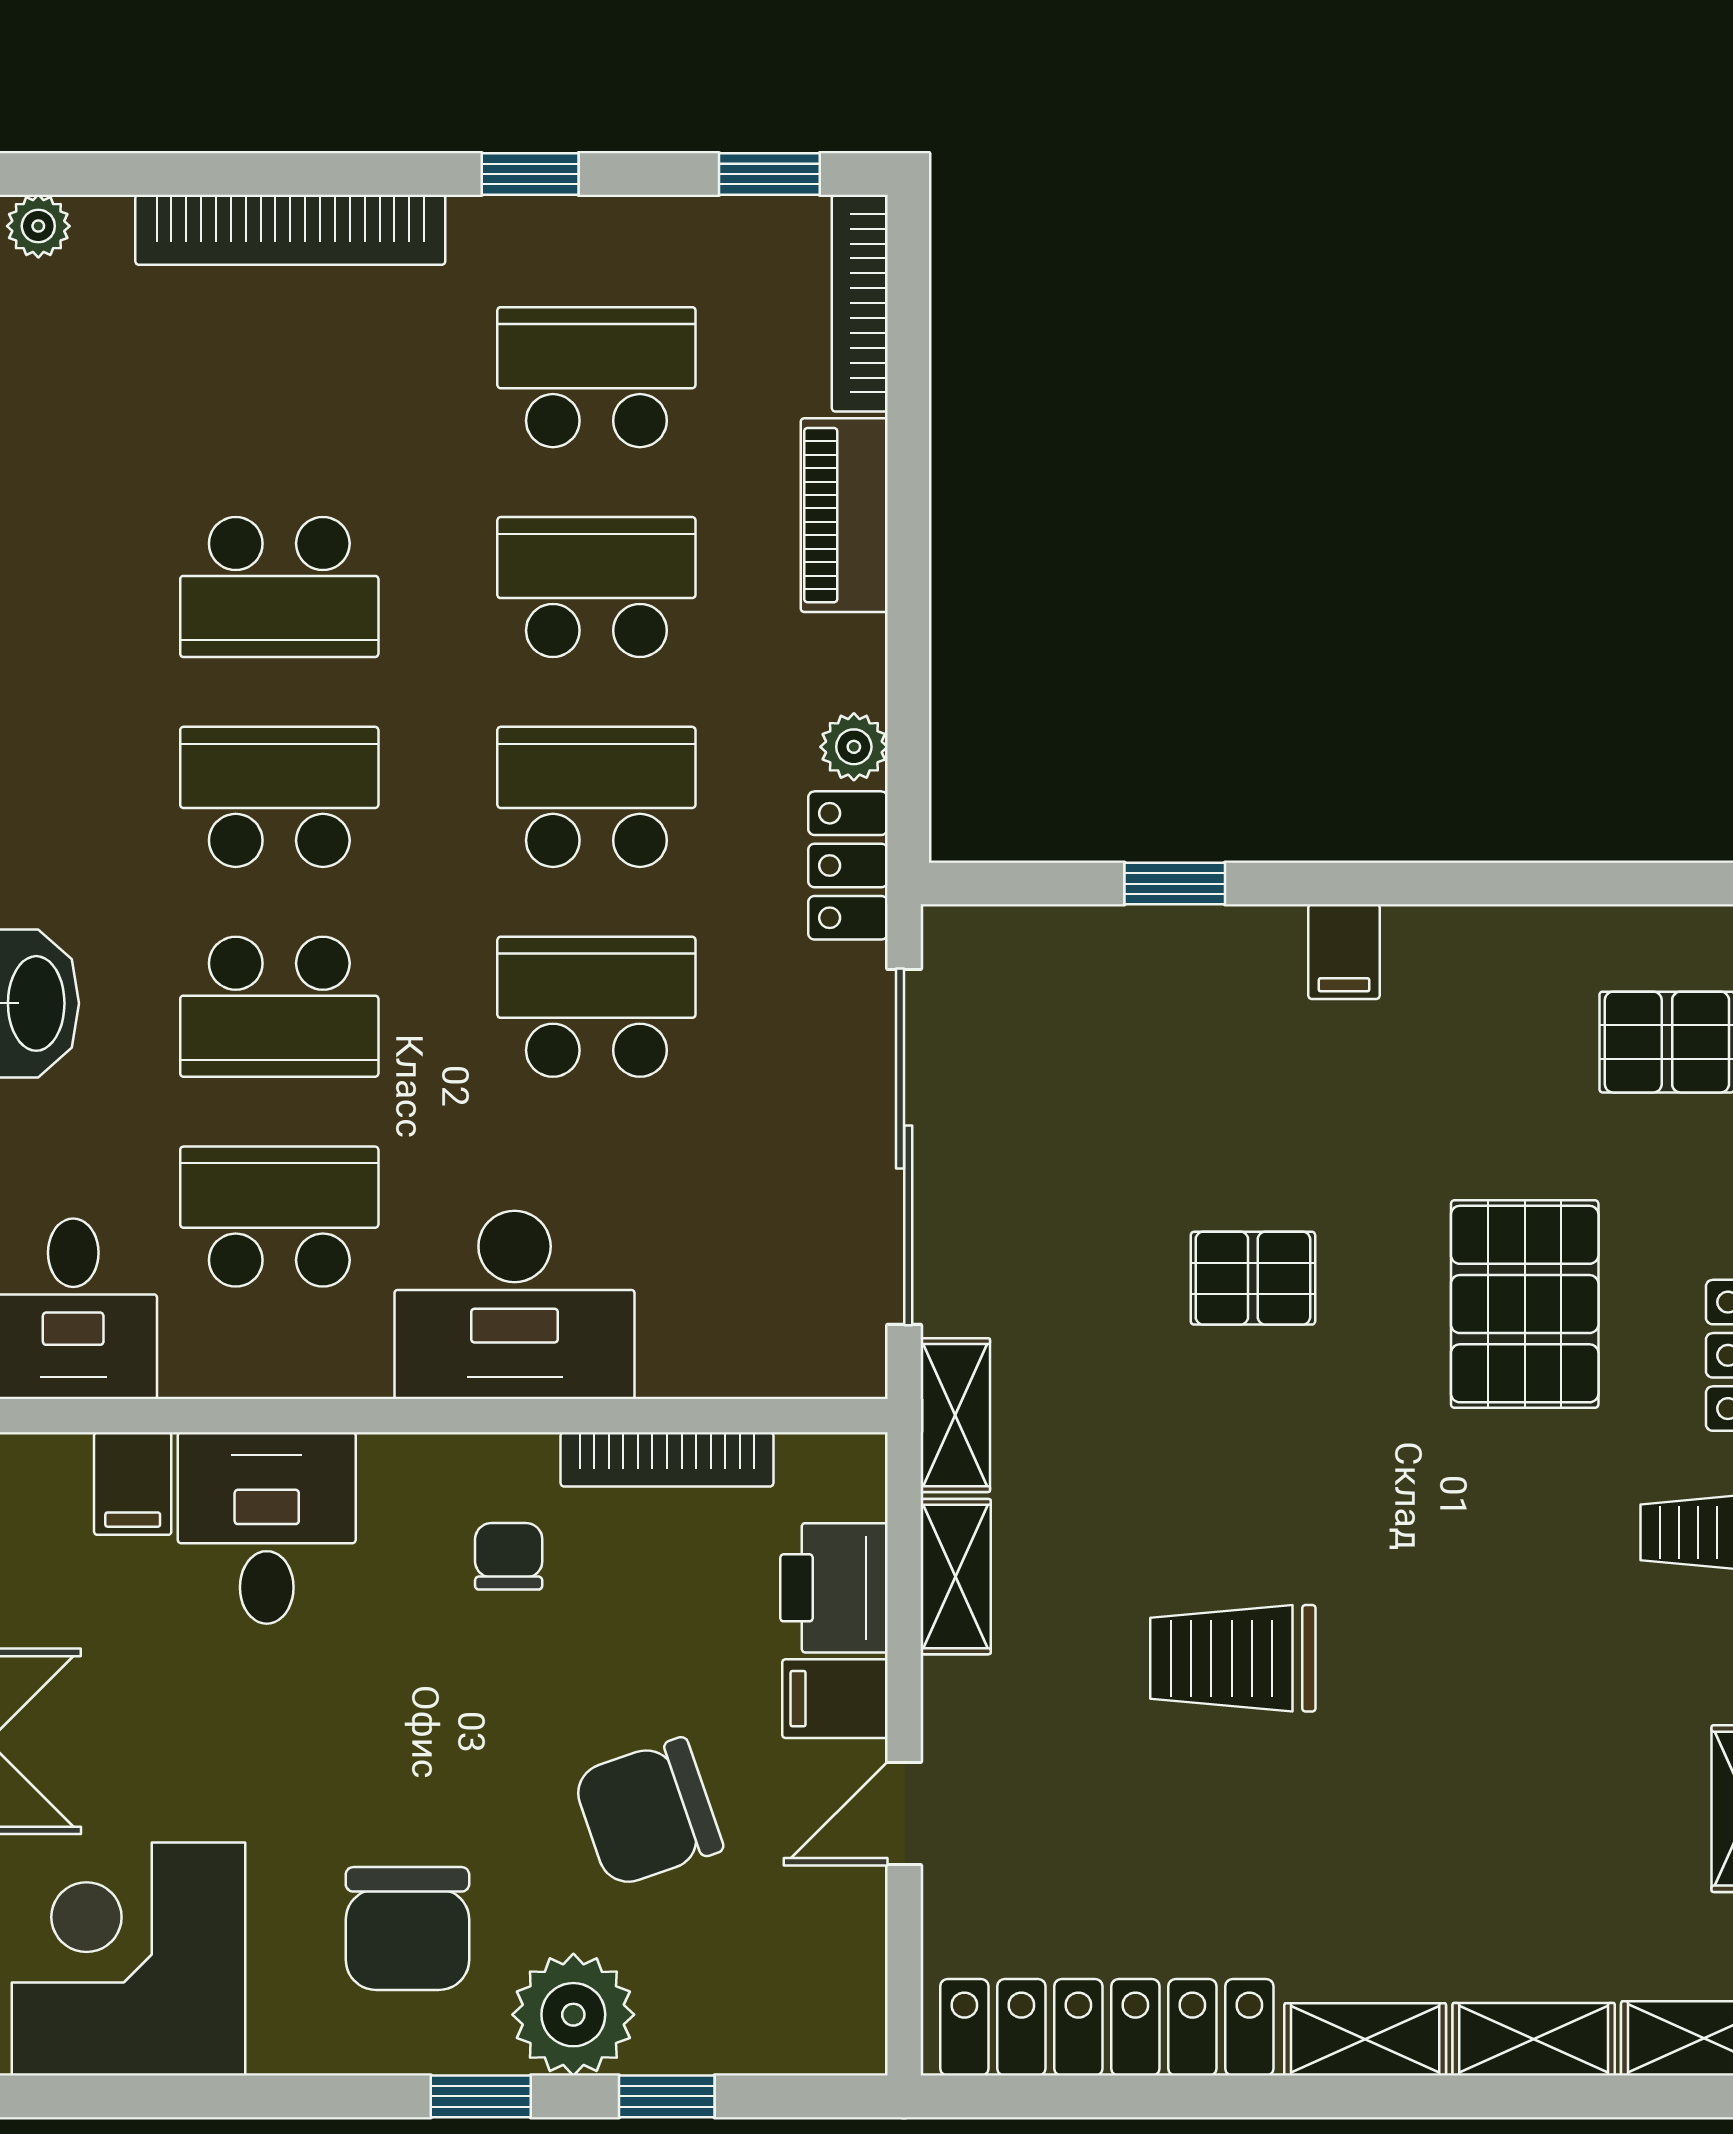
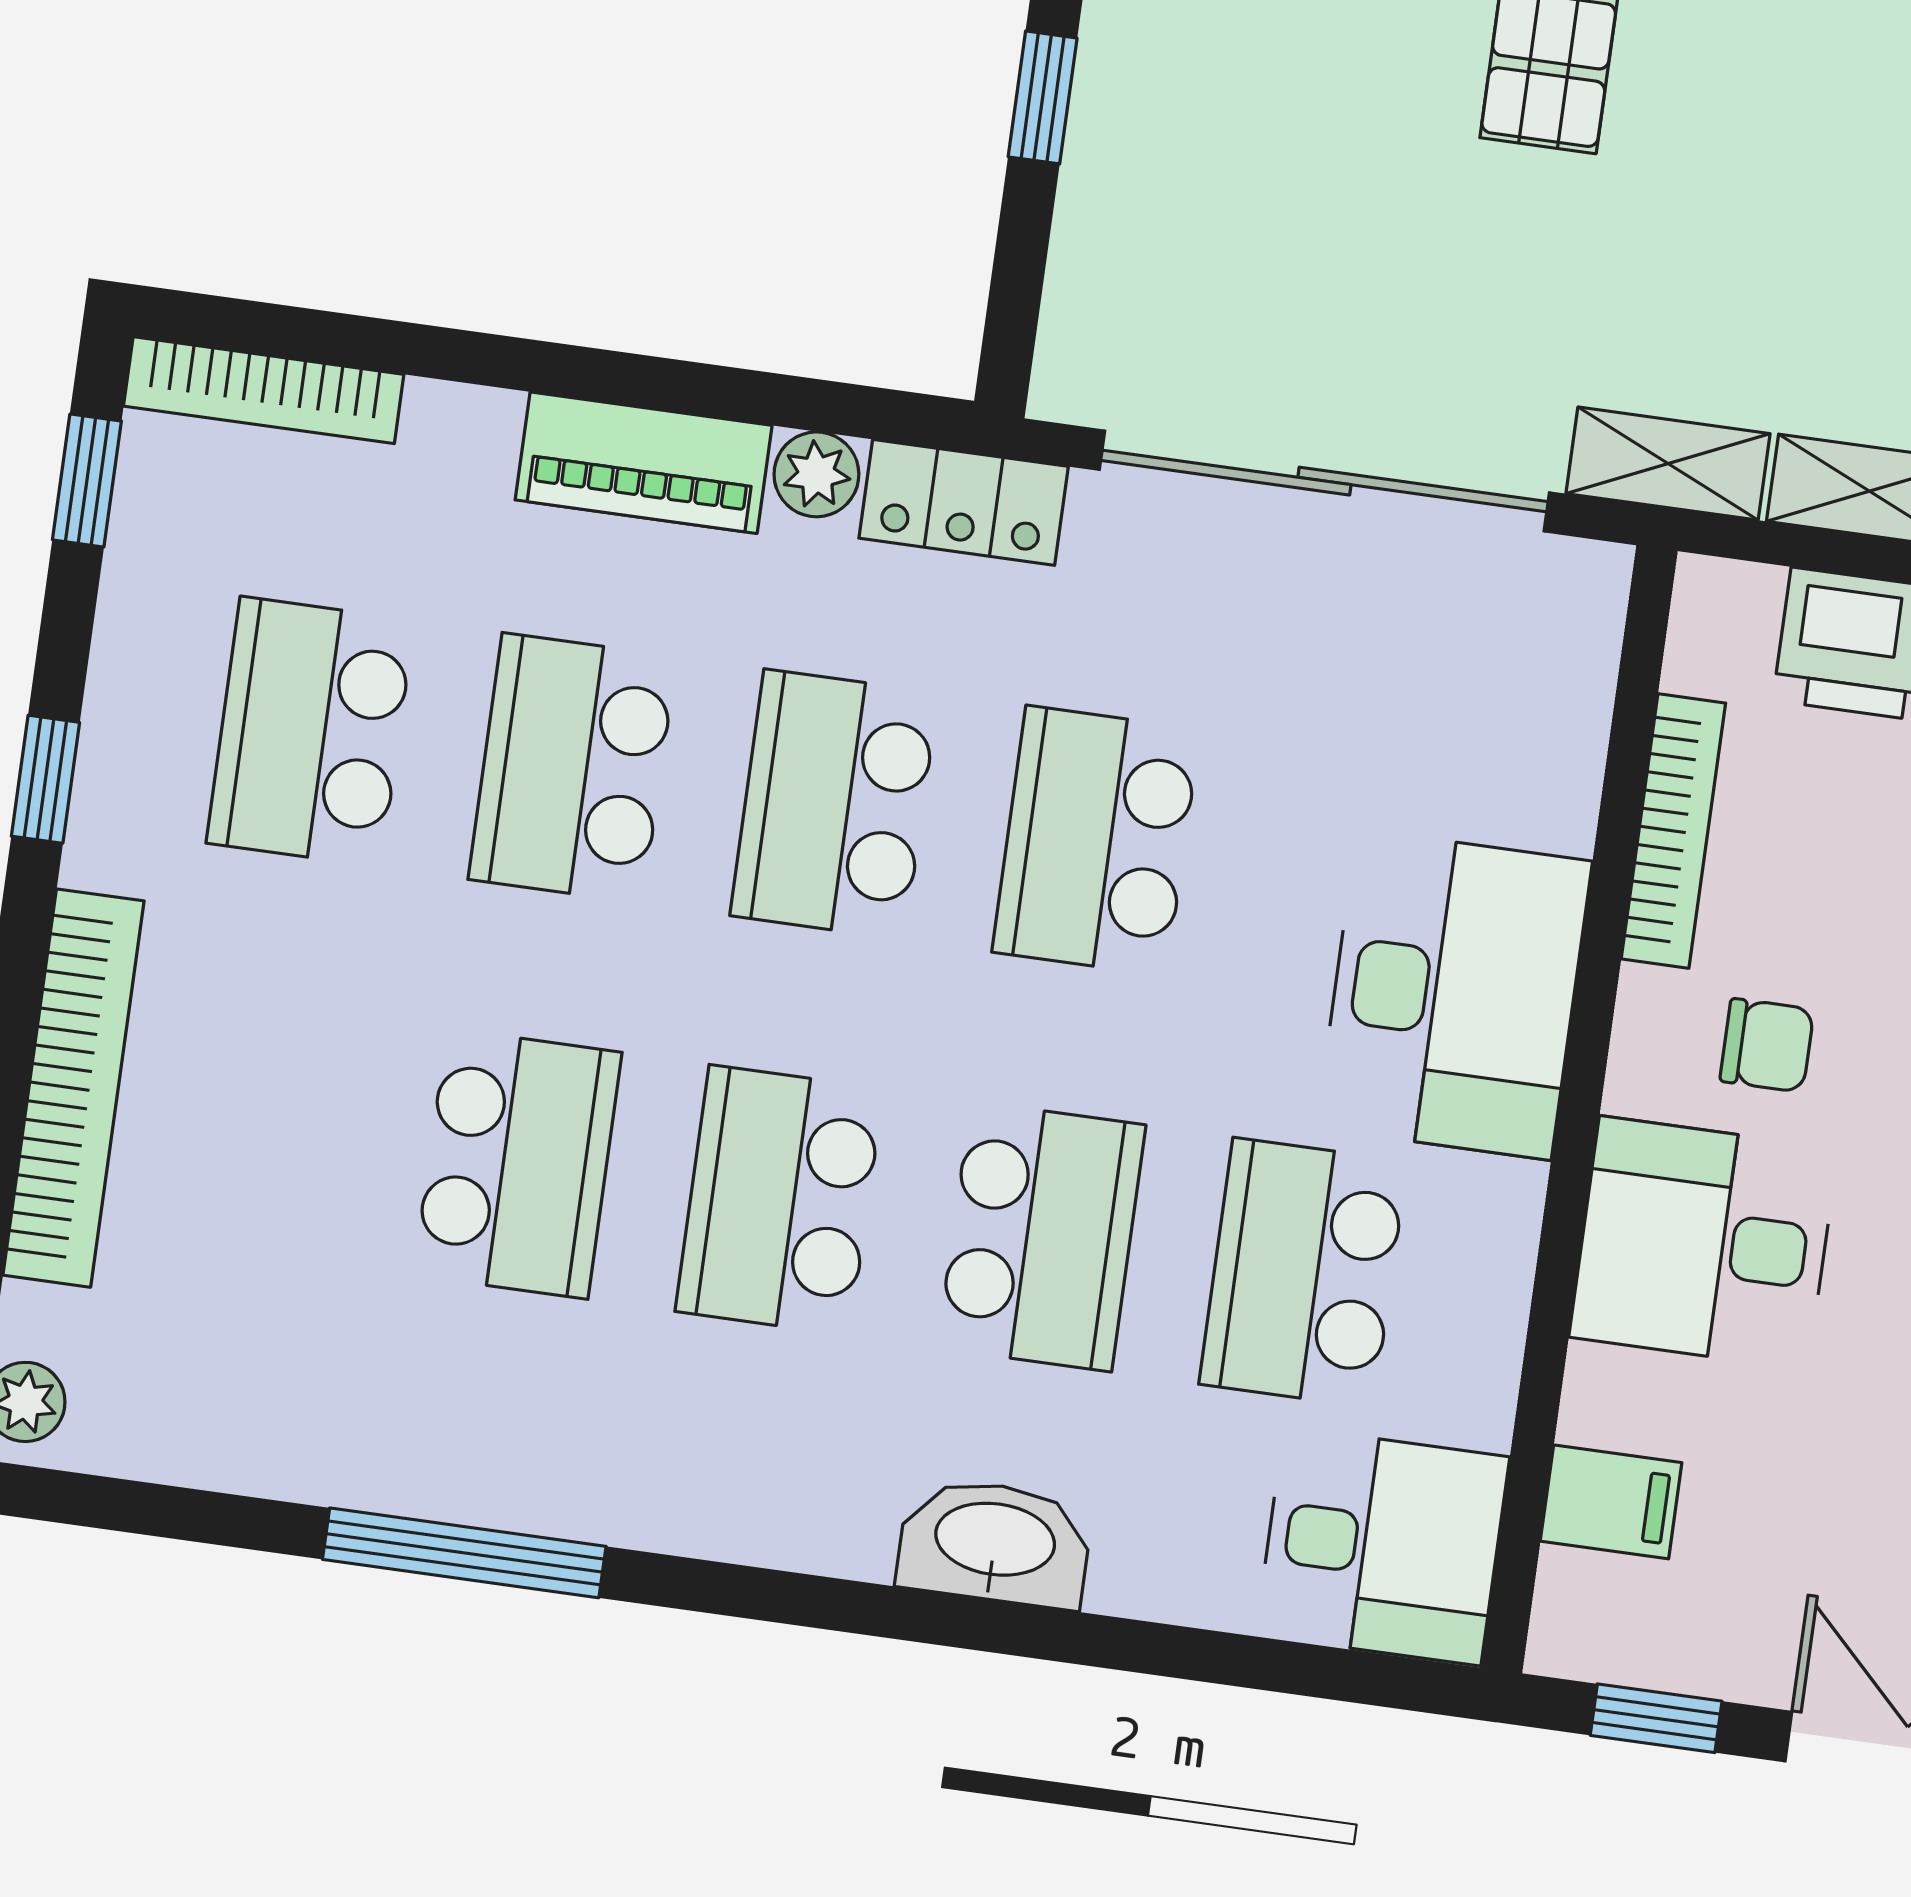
piano: (844, 515) -> (644, 463), moved
desk: (267, 1528) -> (1704, 1243), moved
chair: (509, 1556) -> (1767, 1045), turned 180

